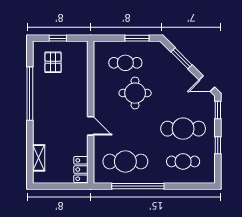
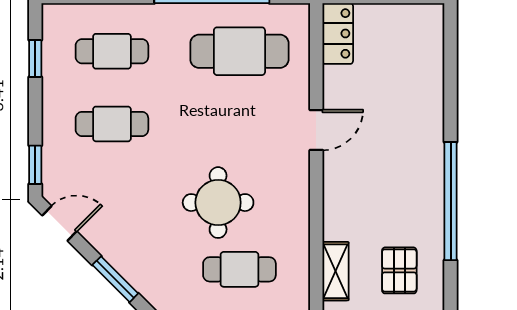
door: (91, 126) -> (316, 130), swing flipped
cafe table: (183, 129) -> (112, 124), width x0.73, depth x0.74
window: (218, 145) -> (35, 59), moved
shelving: (39, 158) -> (335, 271), moved

